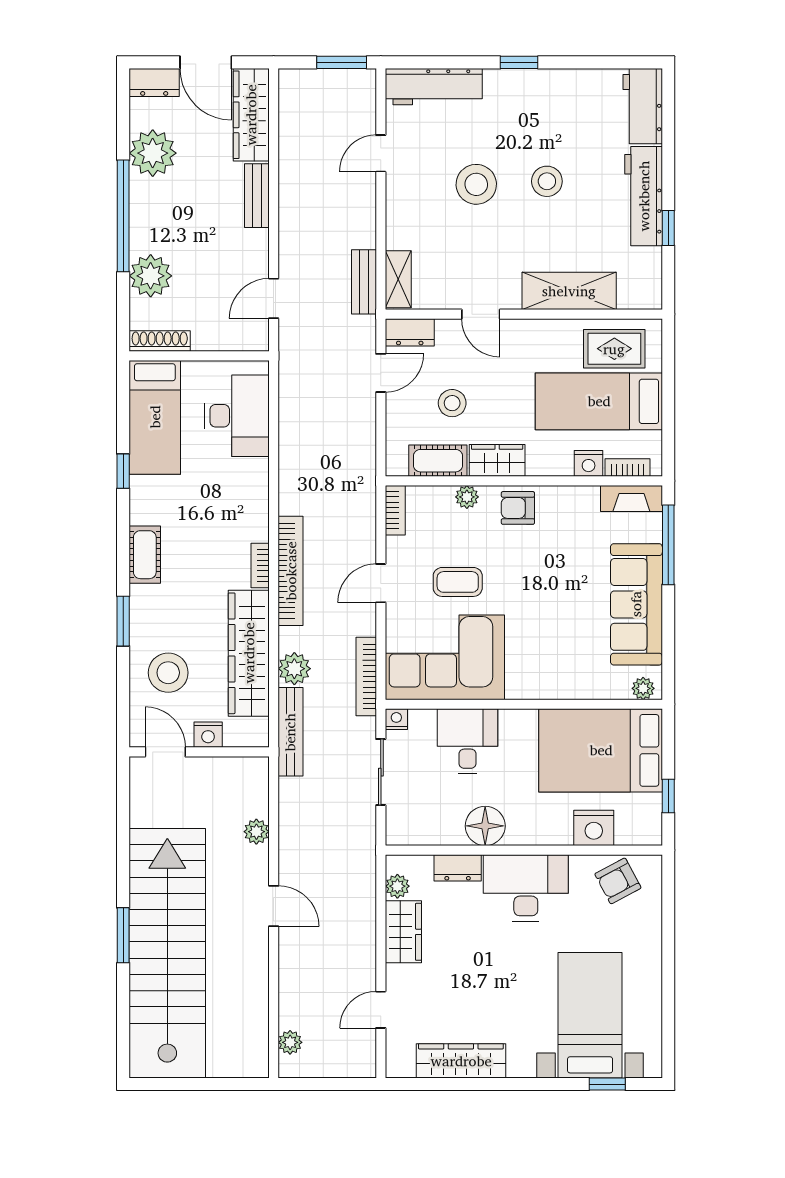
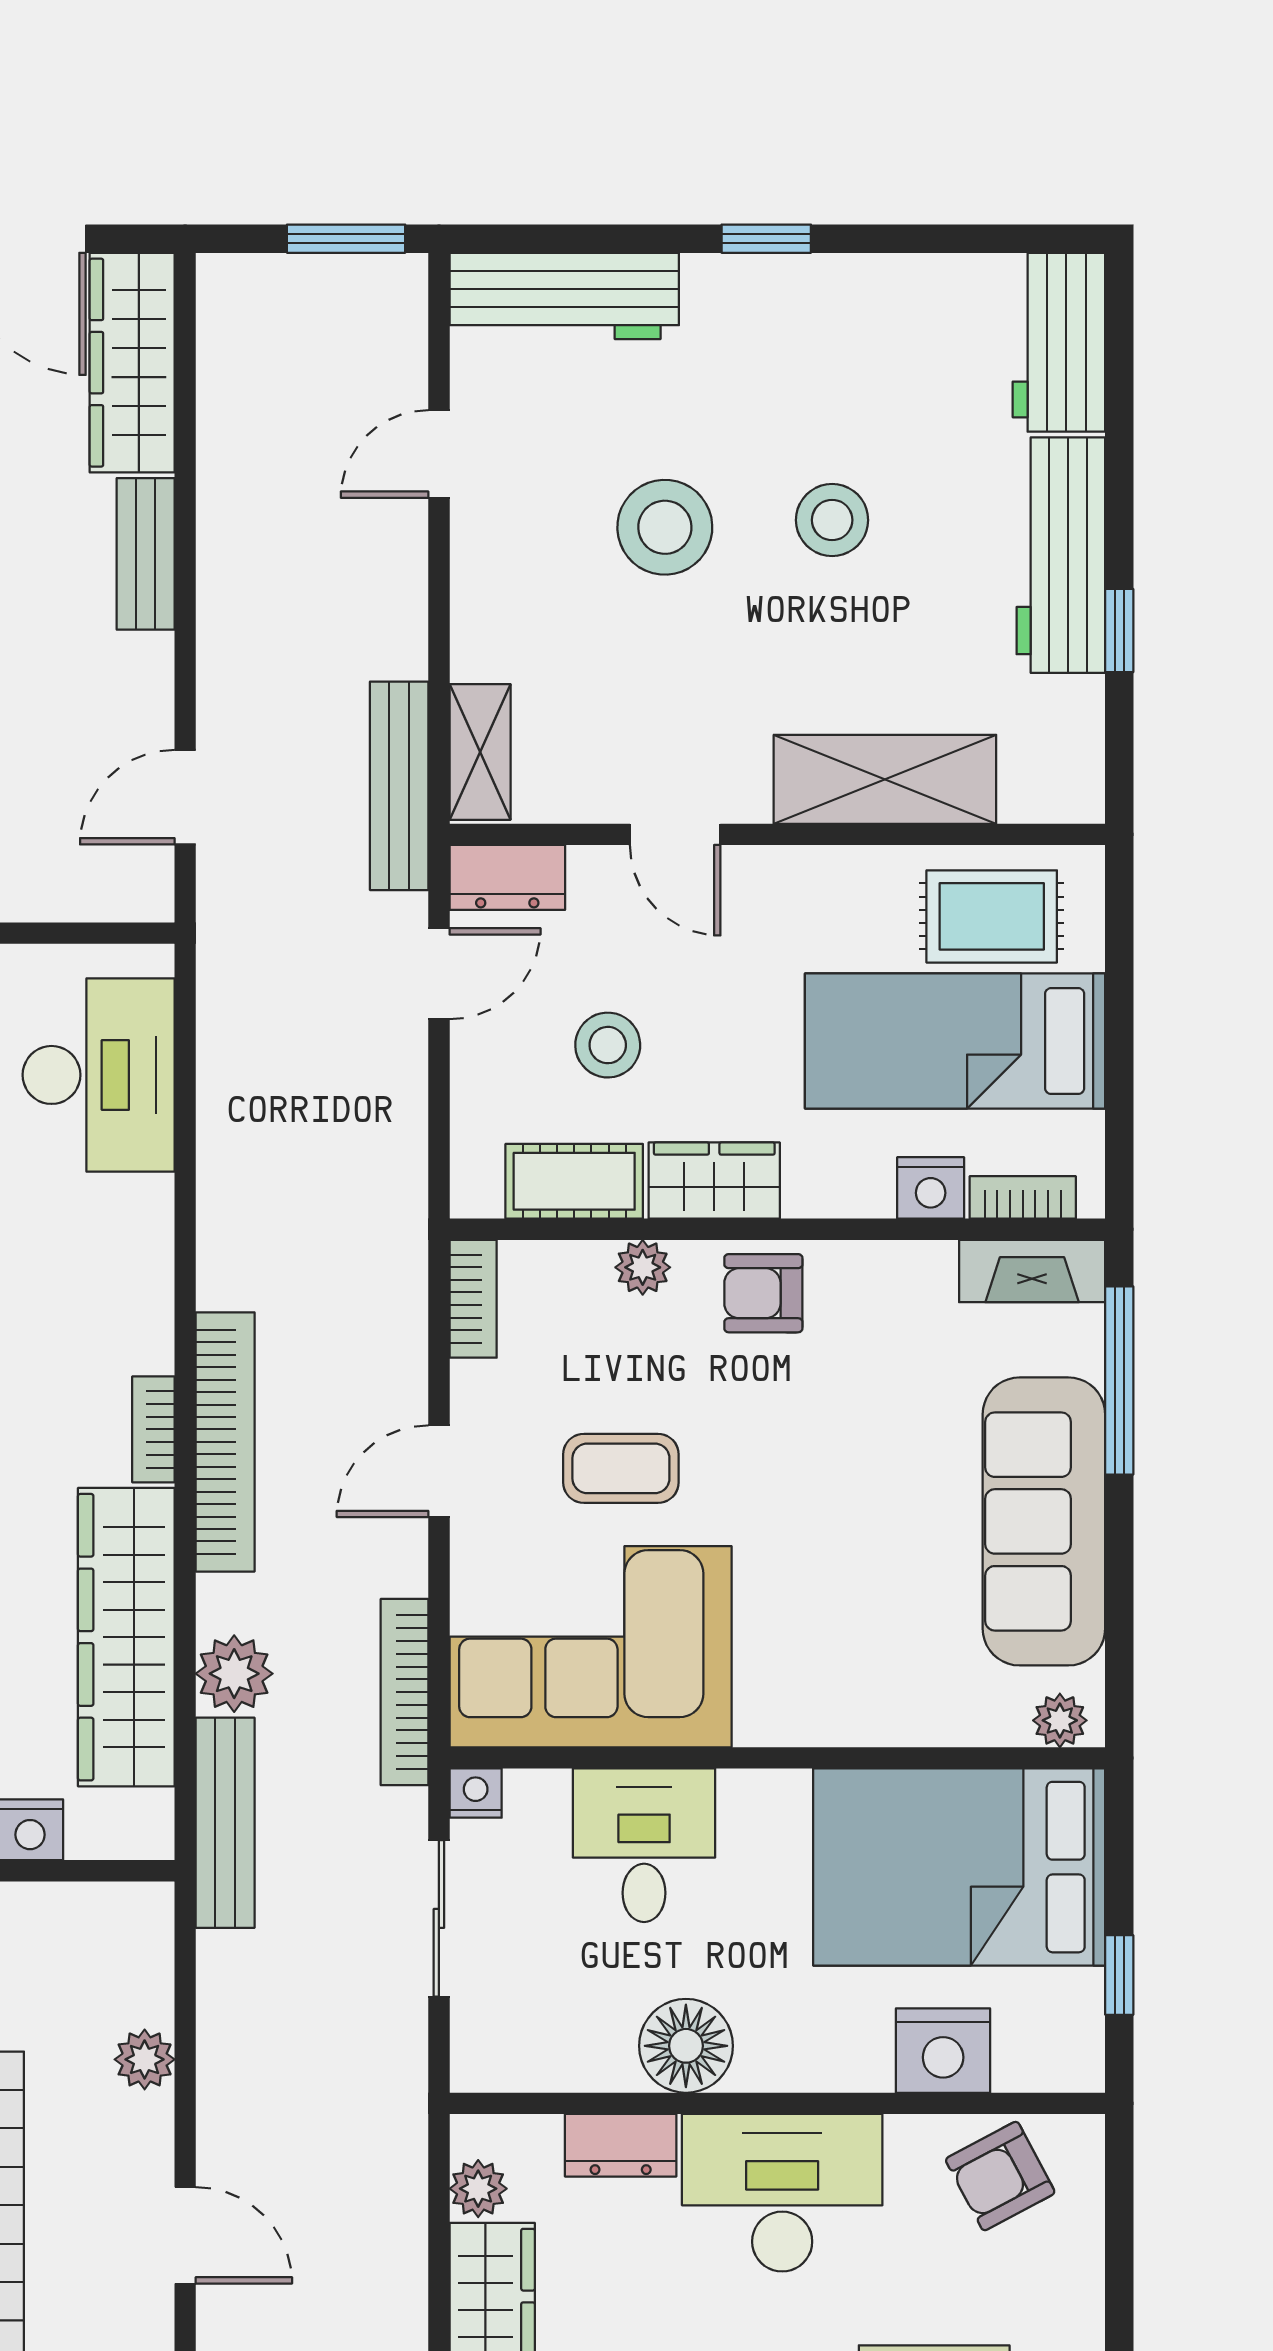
bench: (364, 282) -> (399, 786), width x1.36

